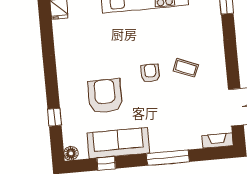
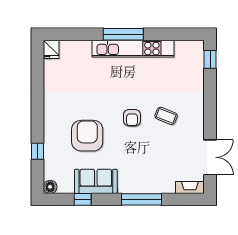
armchair: (150, 73) -> (132, 118), turned 180
sofa: (118, 143) -> (96, 181), width x0.73

